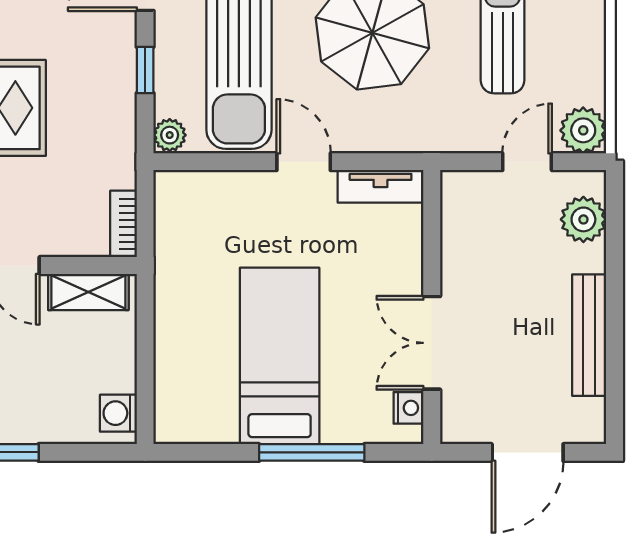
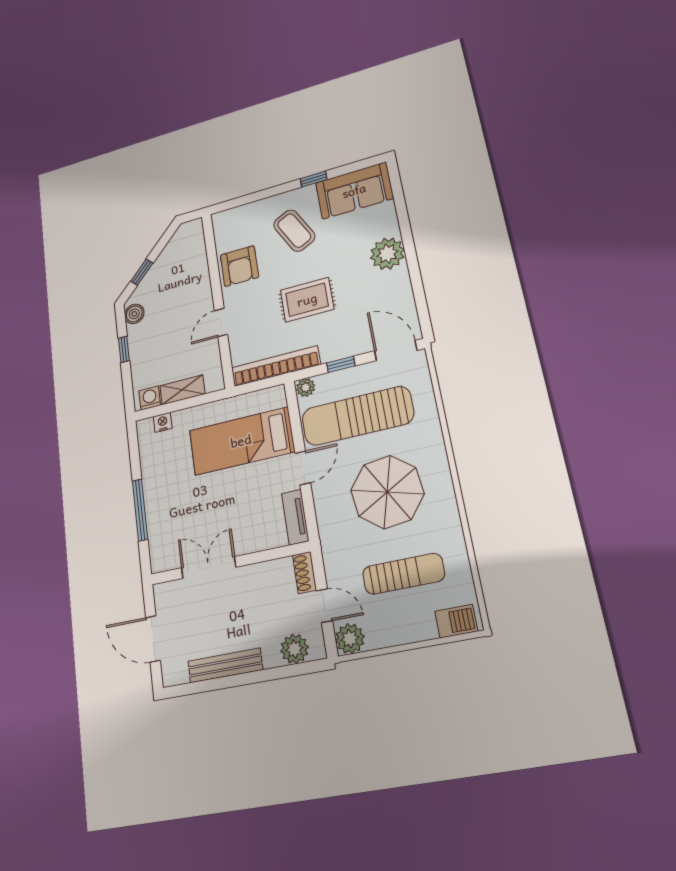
shoe rack: (471, 185) -> (305, 573), added
bookcase: (124, 224) -> (276, 366), width x2.31, depth x1.31
shelving: (88, 292) -> (182, 390), moved, turned 90
bed: (280, 356) -> (241, 441), moved, turned 180
nightstand: (409, 408) -> (163, 422), moved, turned 180

